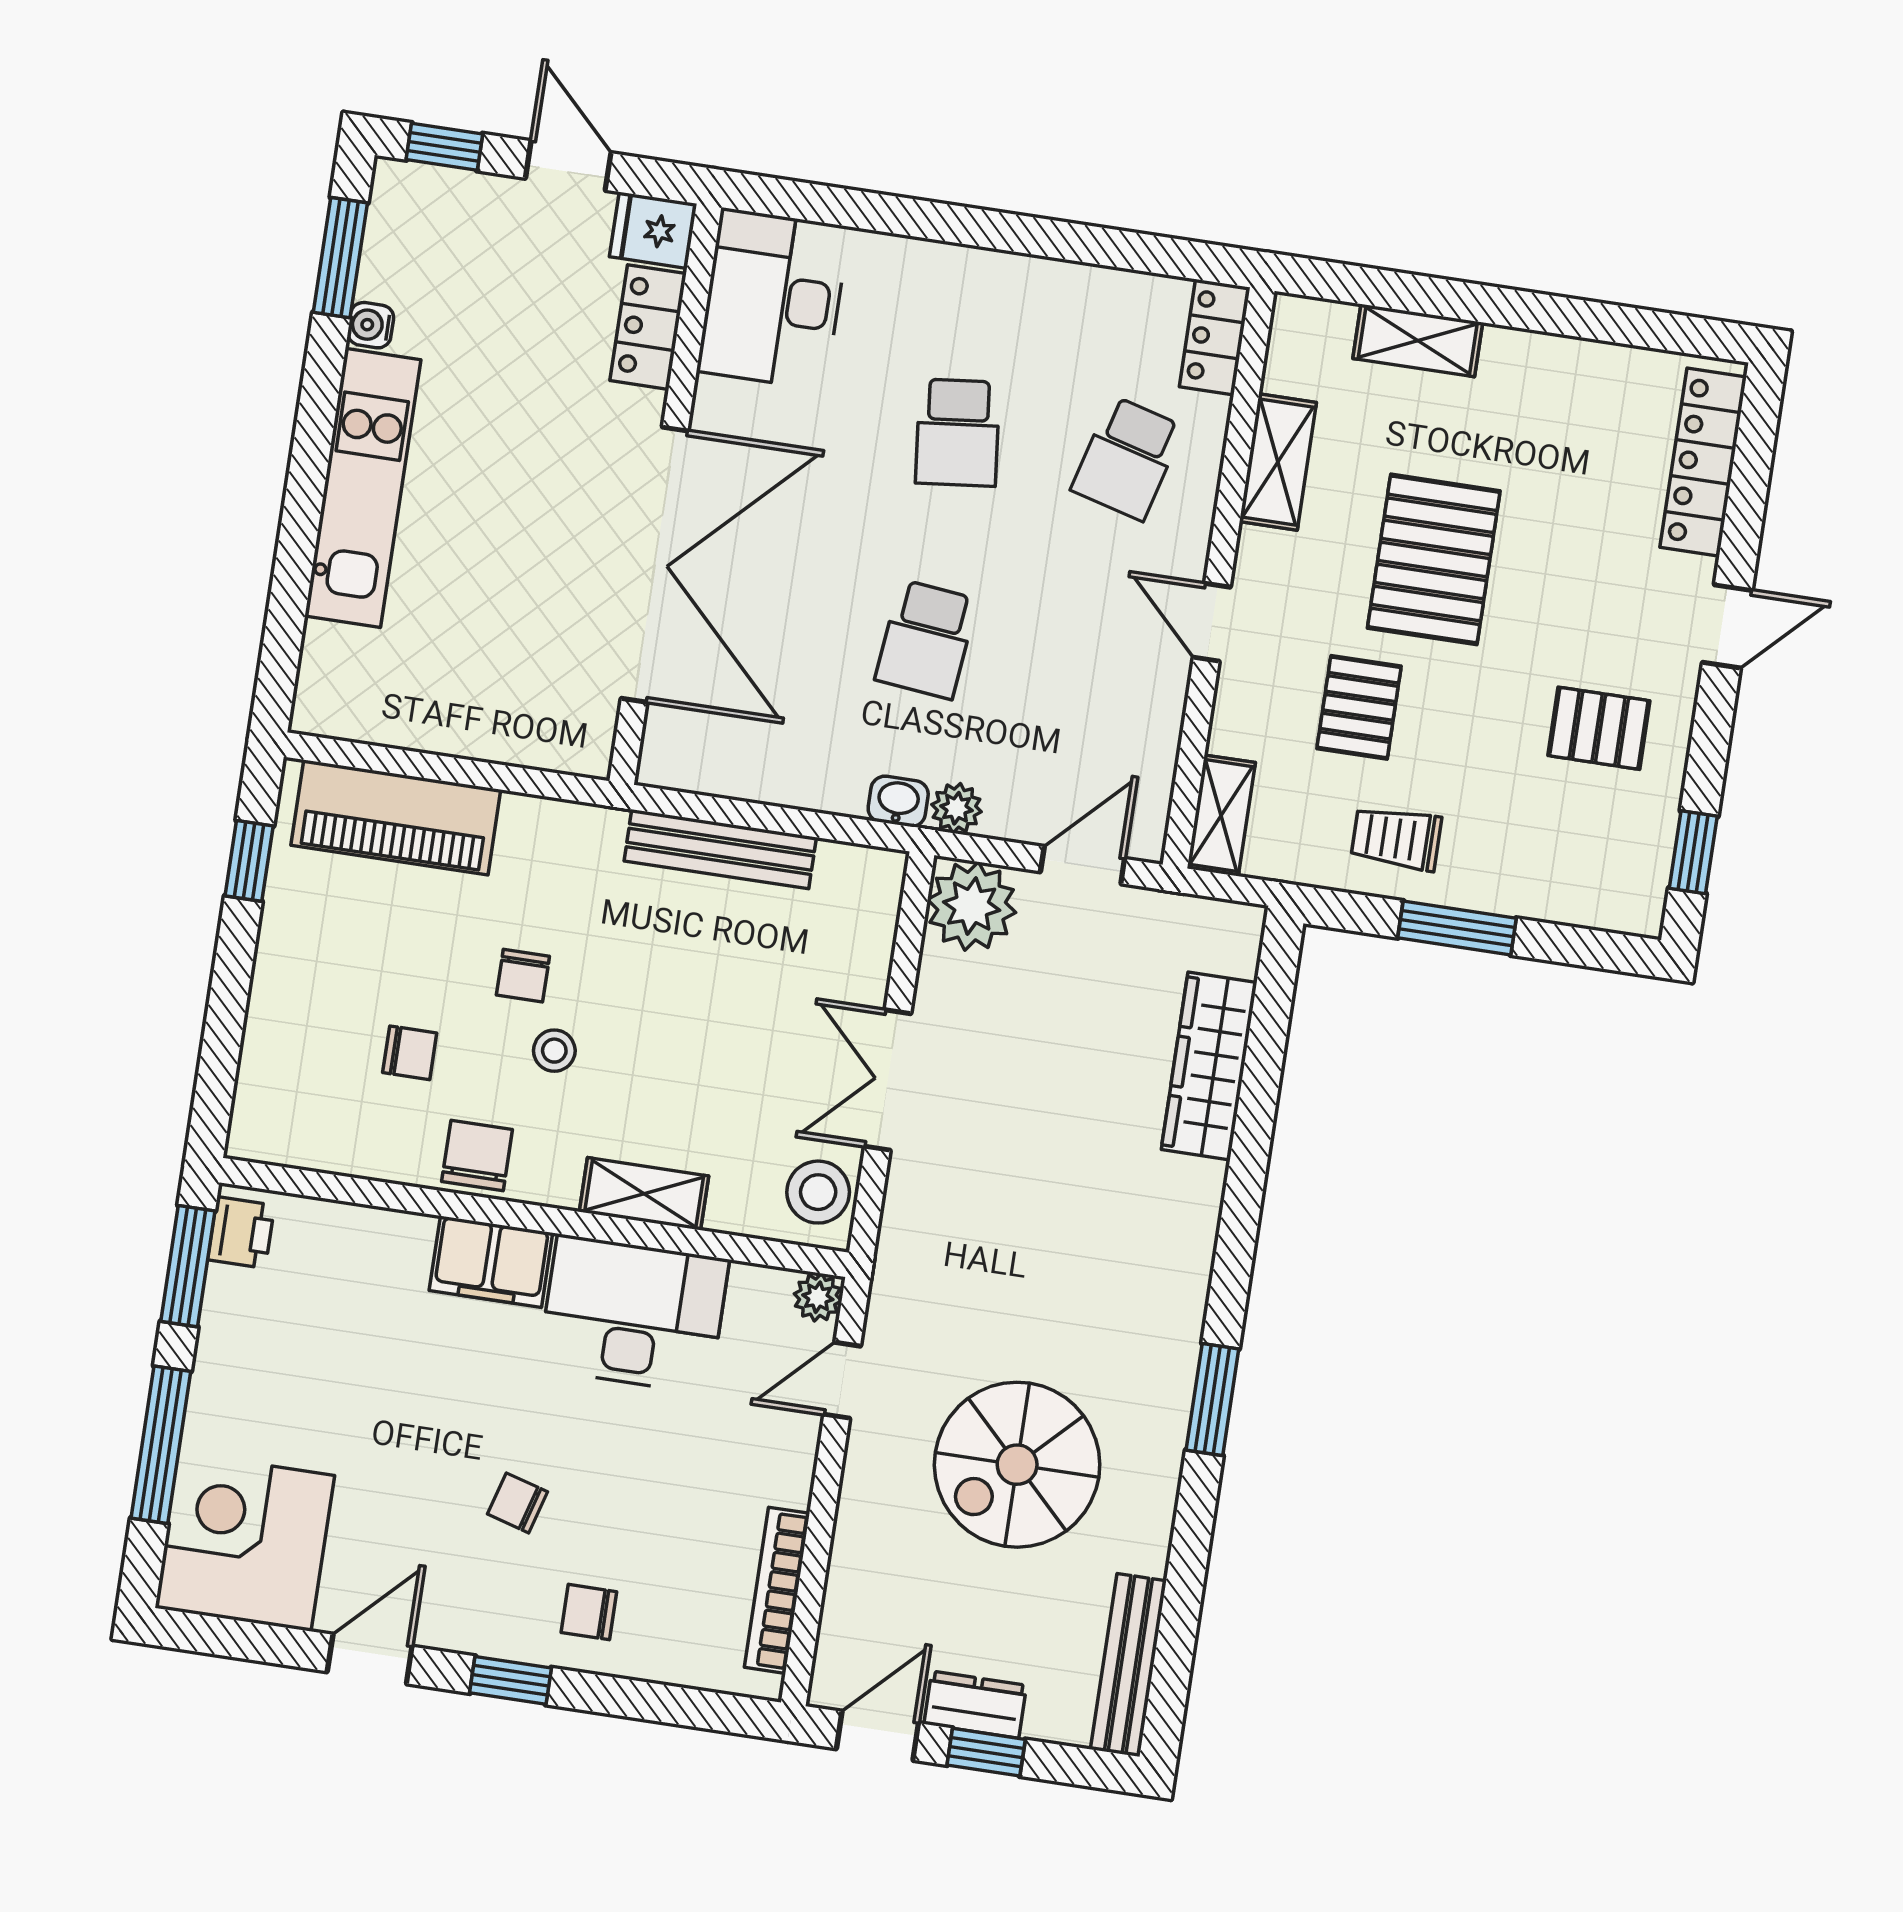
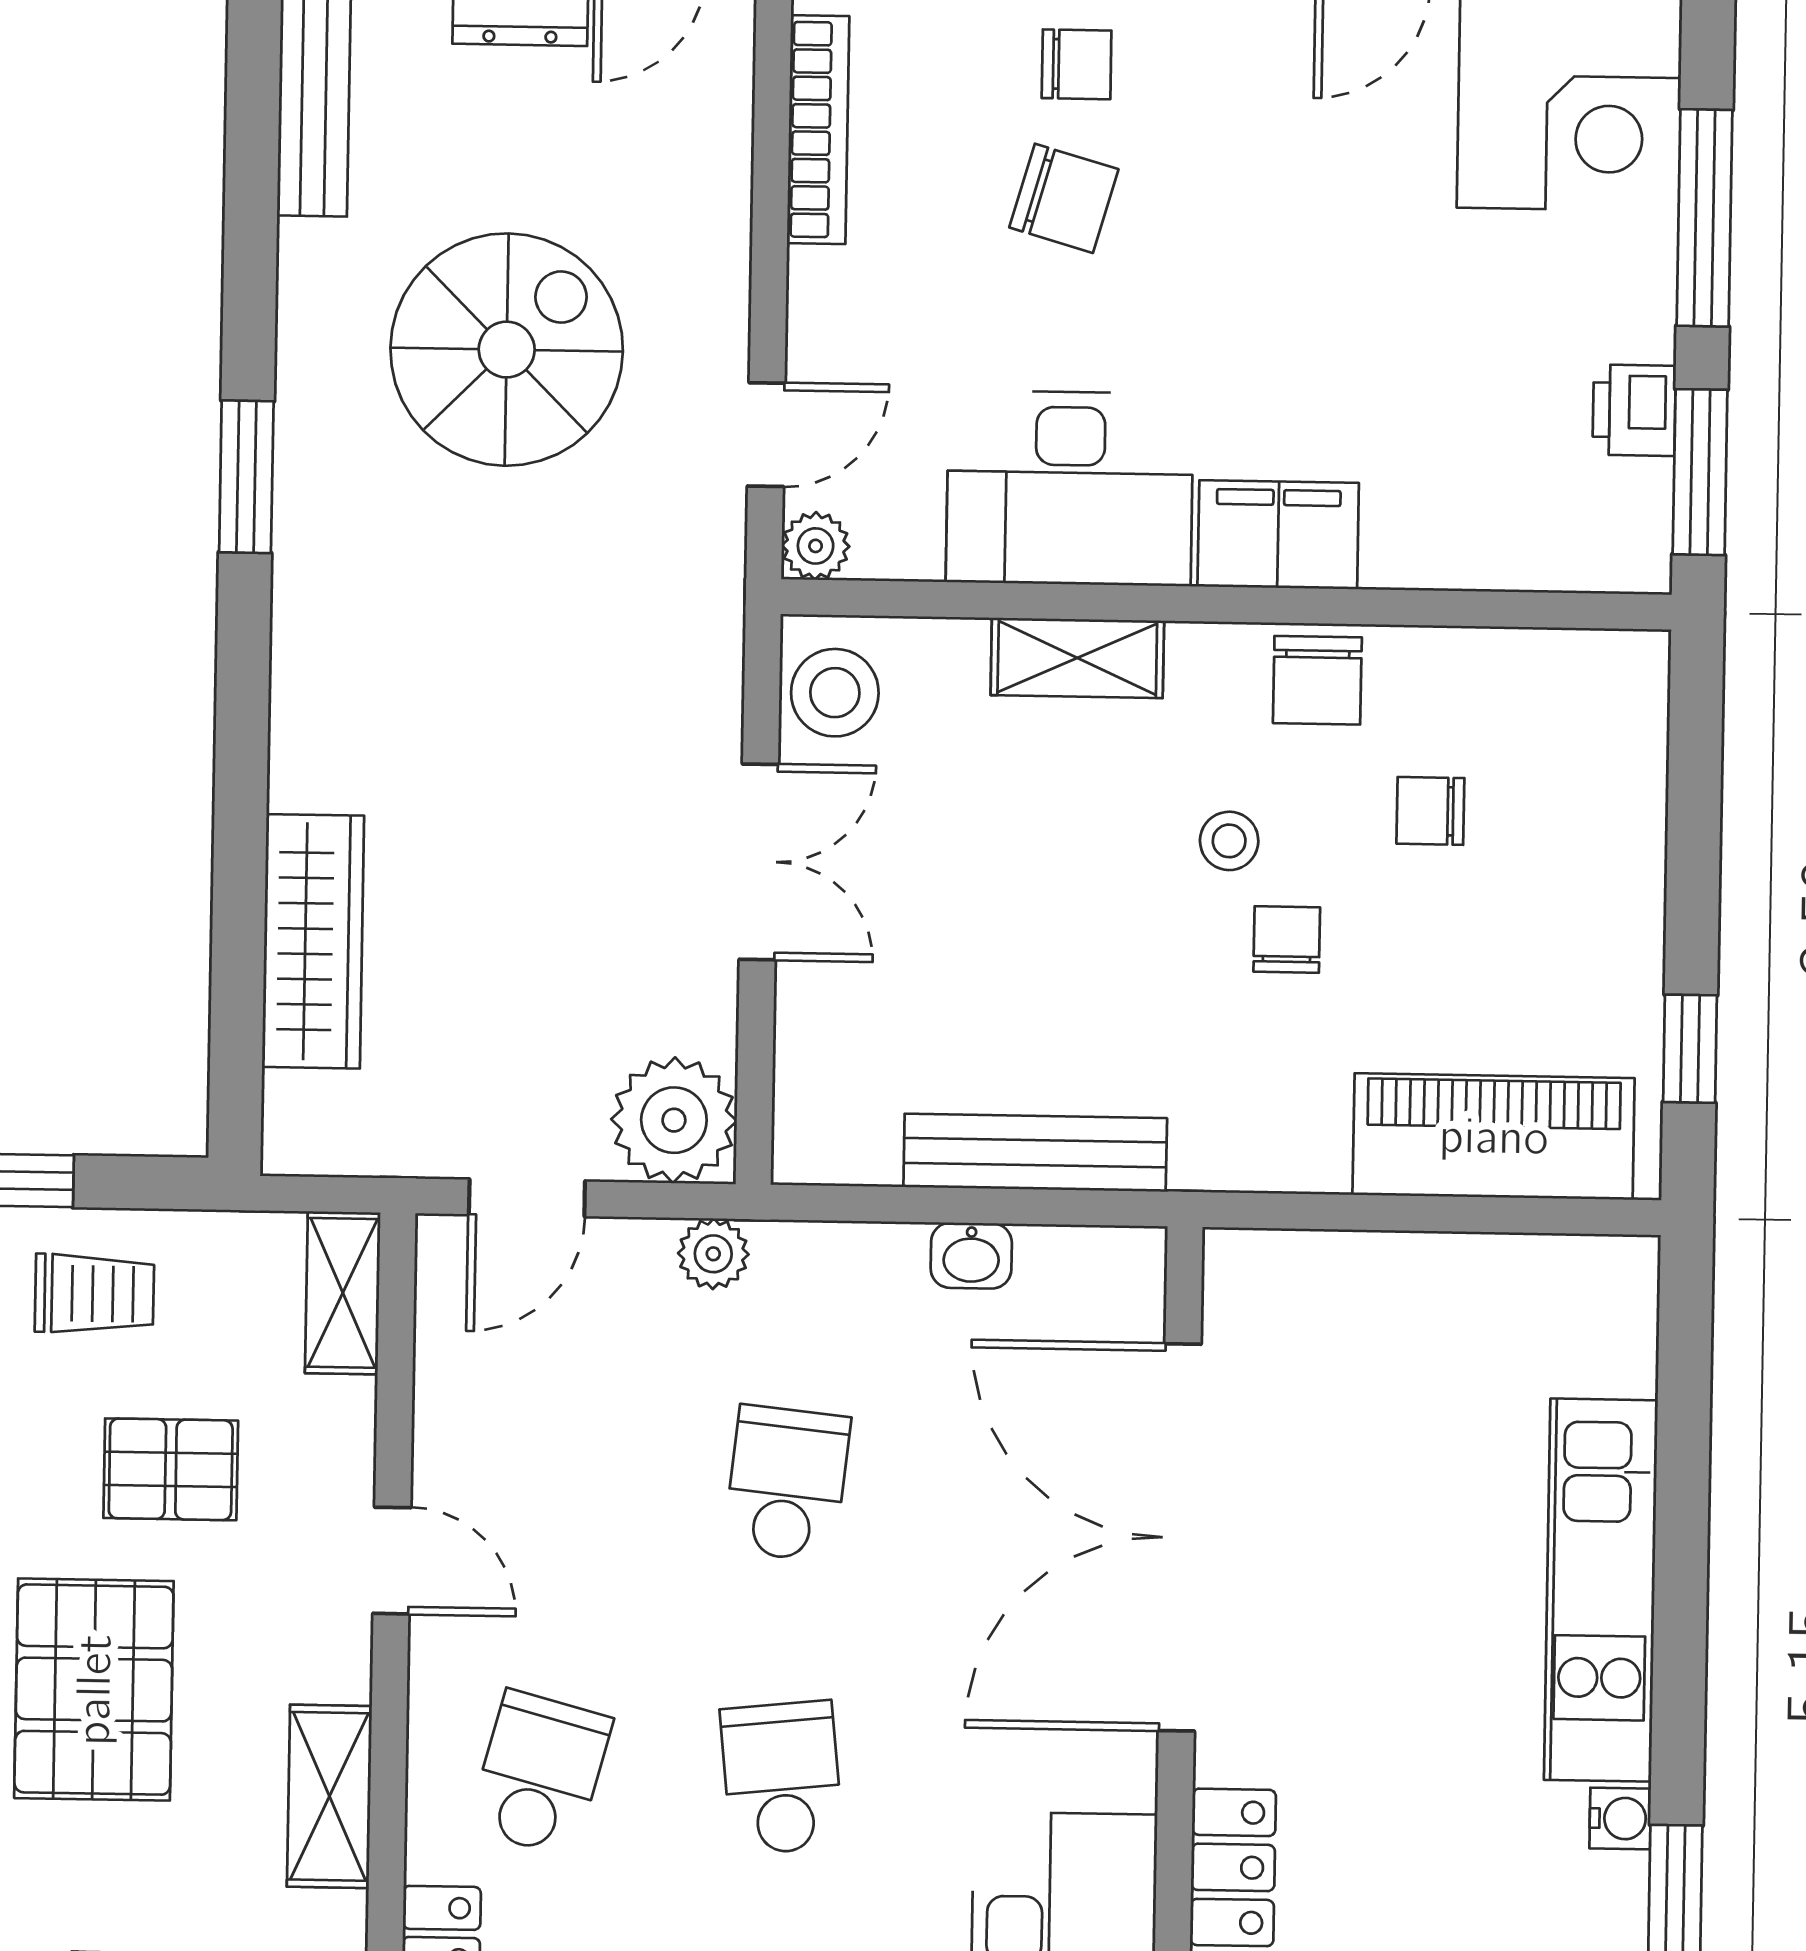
pallet: (1359, 707) -> (171, 1469), turned 90
washbasin: (898, 801) -> (971, 1256), moved
printer: (241, 1233) -> (1634, 410), moved
chair: (518, 1503) -> (1064, 198), moved, width x1.37, depth x1.37

